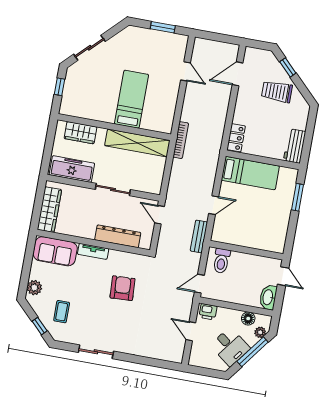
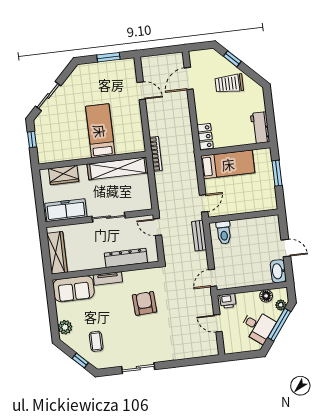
wall: (246, 250) -> (243, 216), moved
toilet: (221, 261) -> (224, 233), moved

